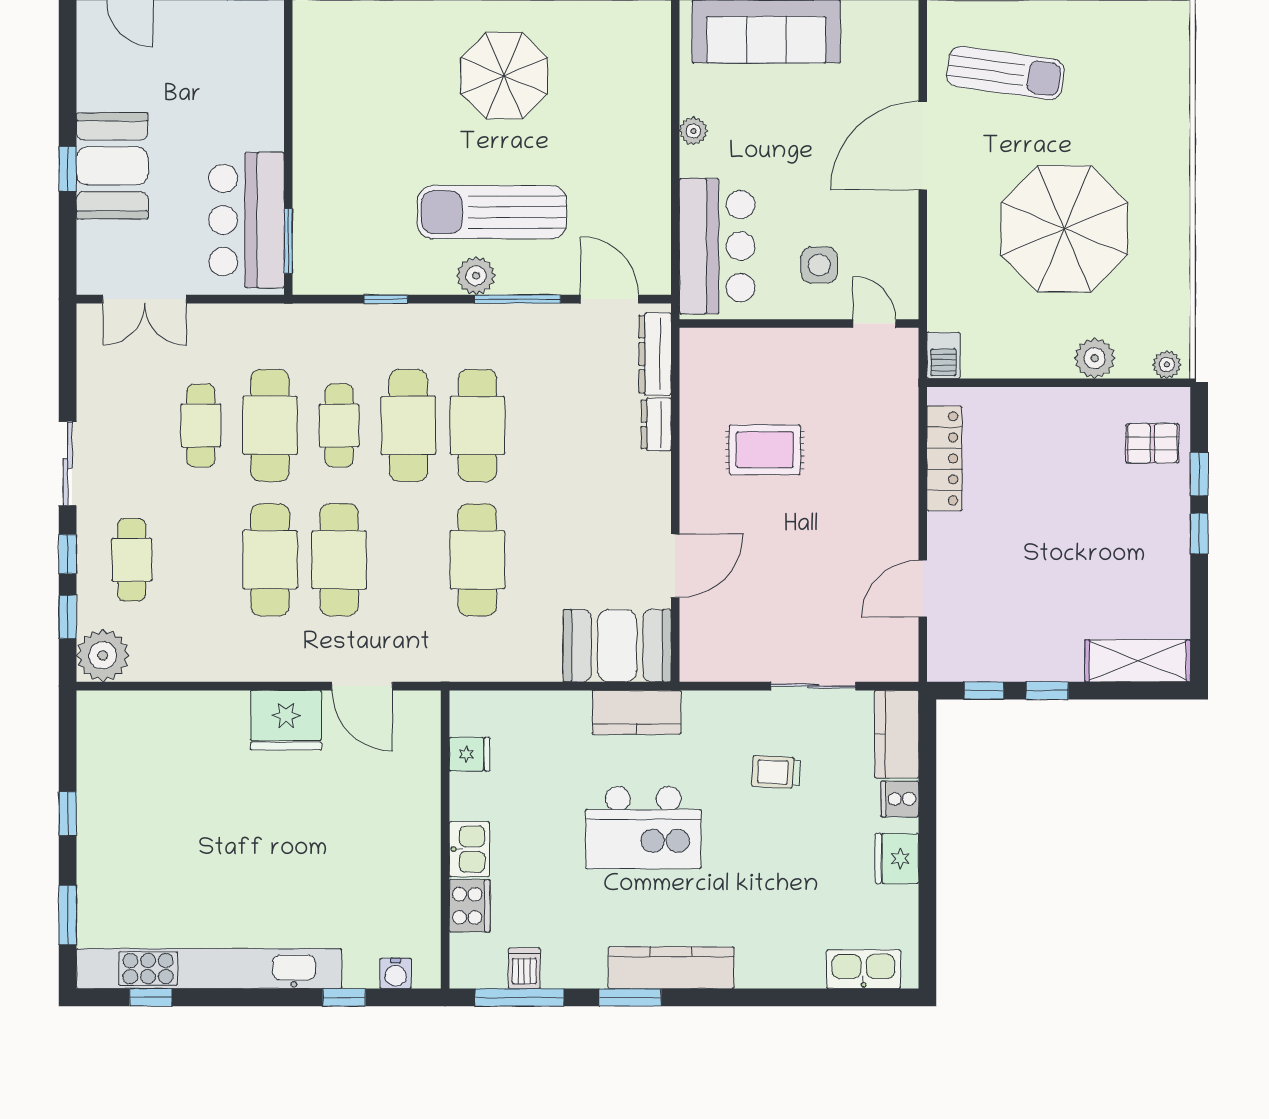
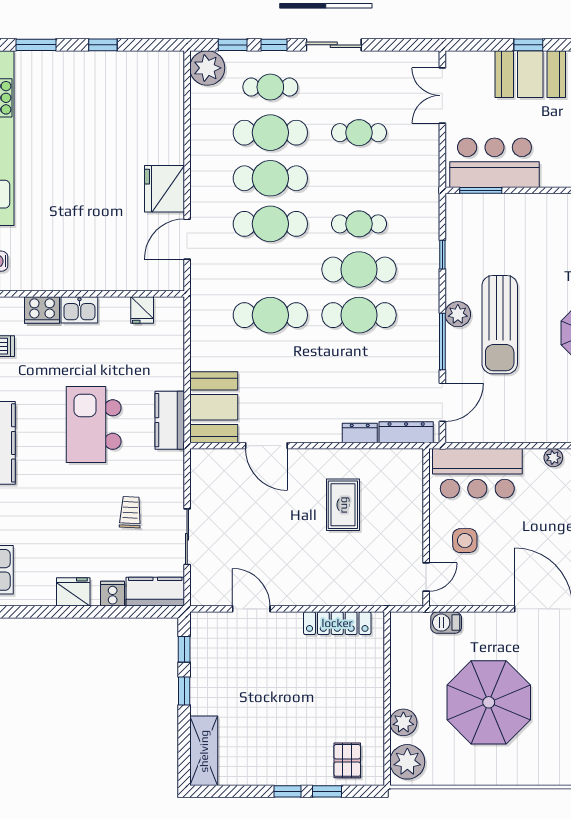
sun lounger: (492, 212) -> (500, 325), turned 180
barbecue: (943, 355) -> (446, 623), moved
plant: (1167, 365) -> (407, 762), width x1.88, depth x1.88
cafe table: (270, 425) -> (270, 133), moved

